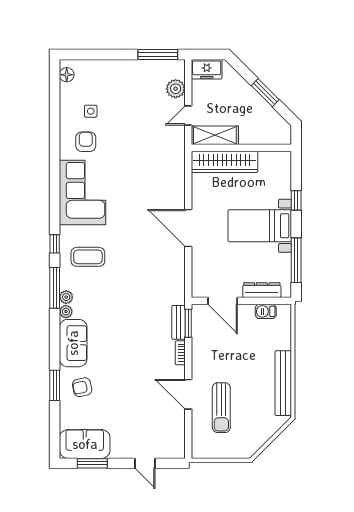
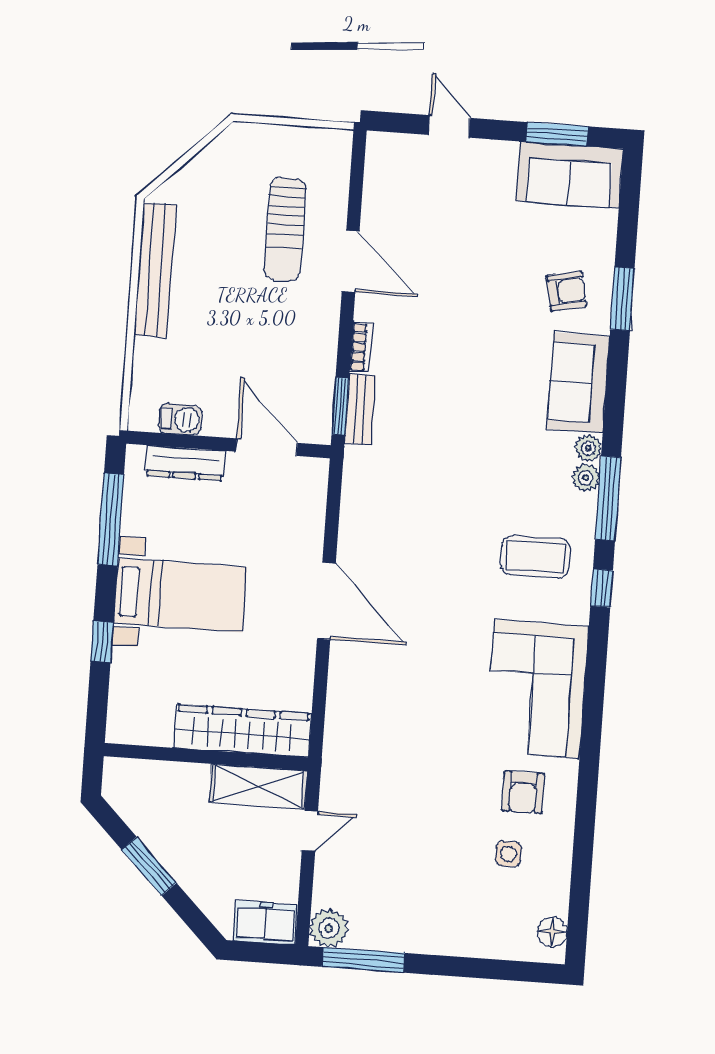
plant: (176, 89) -> (329, 928), moved
sun lounger: (221, 408) -> (285, 229), turned 180

